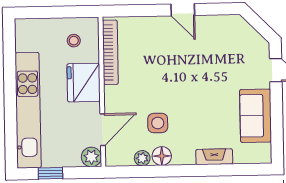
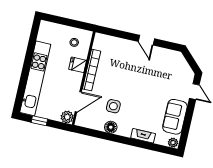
bookcase: (110, 52) -> (92, 70), moved
fridge: (84, 83) -> (78, 65), width x0.53, depth x0.75
plant: (142, 158) -> (173, 143), moved

